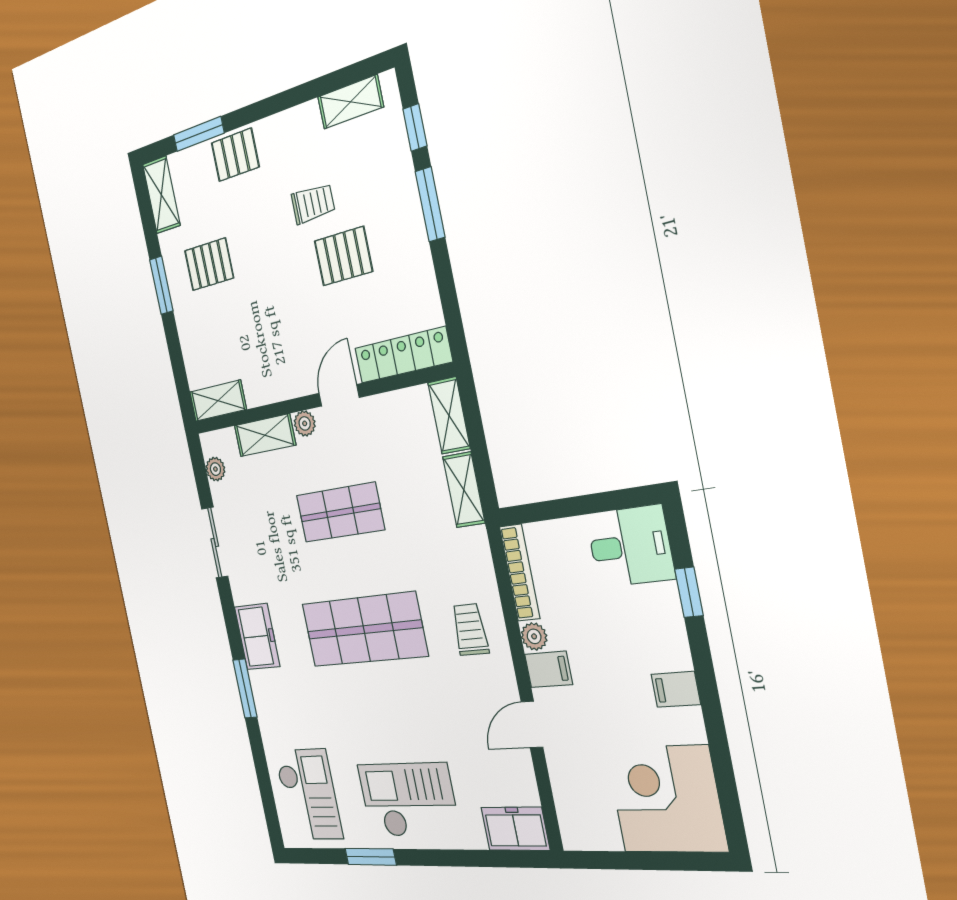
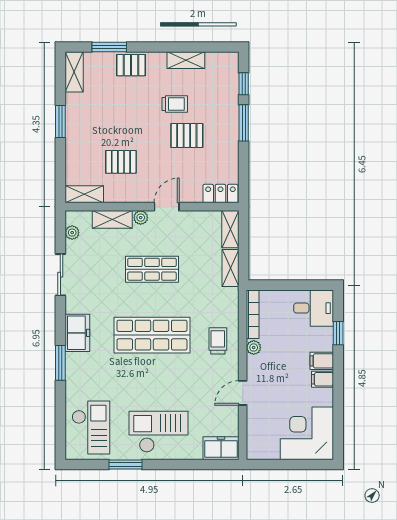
shelving: (350, 102) -> (186, 60), moved
pallet: (209, 264) -> (121, 162), moved
locker: (403, 355) -> (220, 194), width x0.66
filing cabinet: (548, 669) -> (322, 361), moved, turned 180

